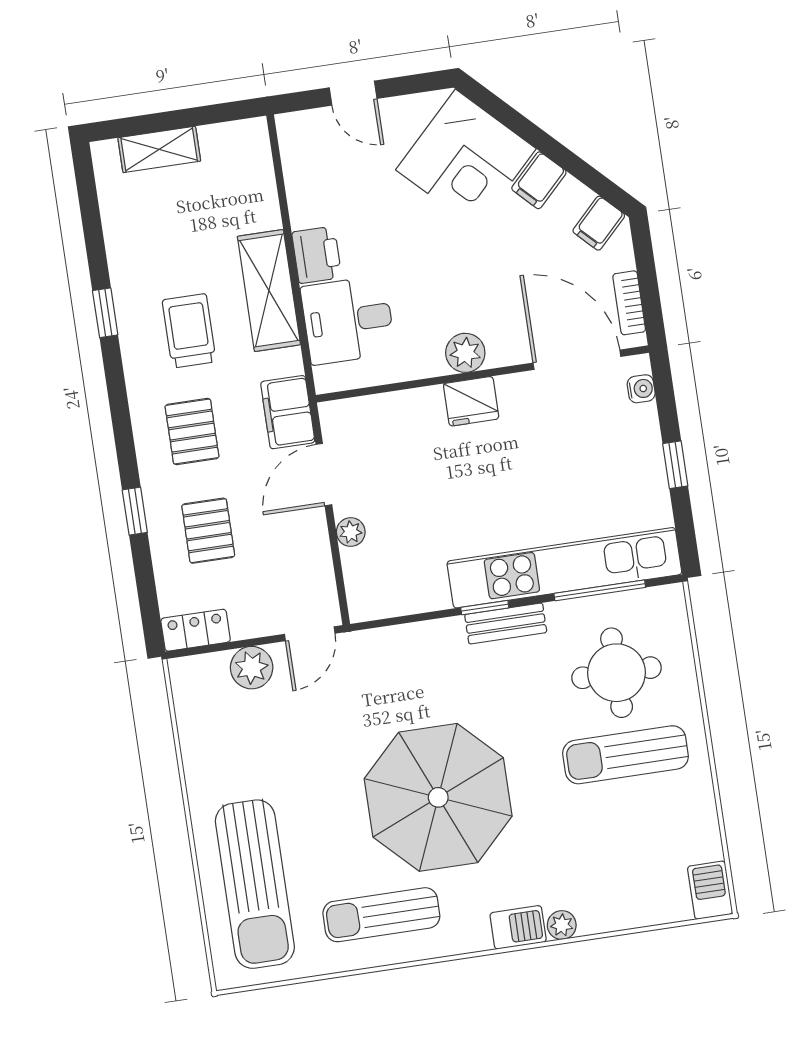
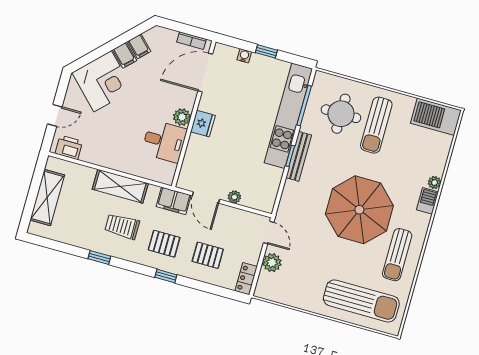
shelving: (159, 149) -> (47, 198), width x1.50, depth x1.33
filing cabinet: (599, 223) -> (139, 46), moved
printer: (317, 255) -> (69, 147), moved
desk: (348, 320) -> (164, 141), moved, turned -90
water cooler: (641, 389) -> (244, 56), moved
window: (135, 511) -> (166, 276), moved
bench: (506, 623) -> (299, 156), width x1.36
barbecue: (710, 890) -> (436, 117), width x1.88, depth x1.53

